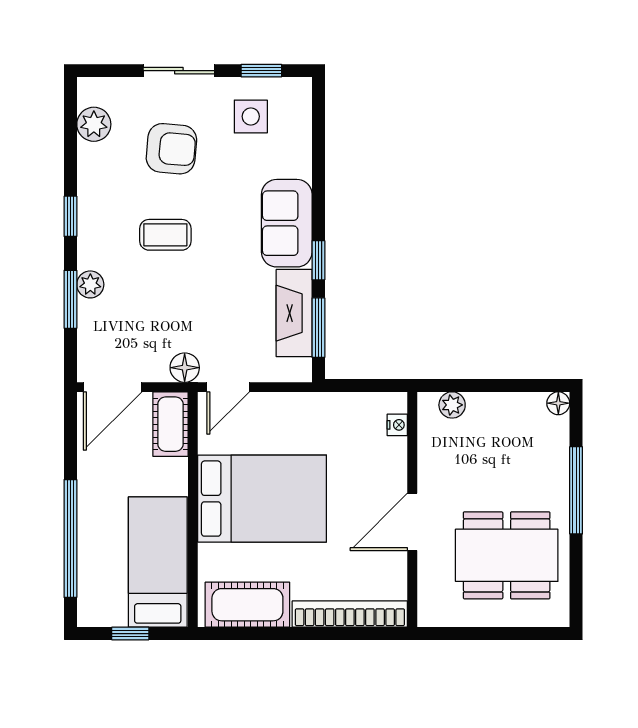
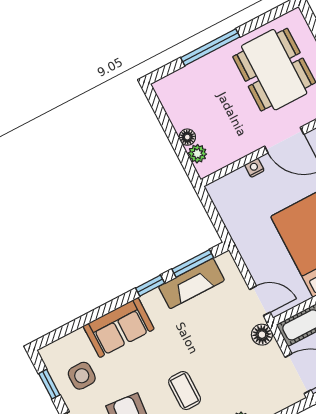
sofa: (287, 223) -> (119, 328), moved
floor lamp: (558, 403) -> (187, 137), moved
nightstand: (397, 425) -> (254, 168), moved

